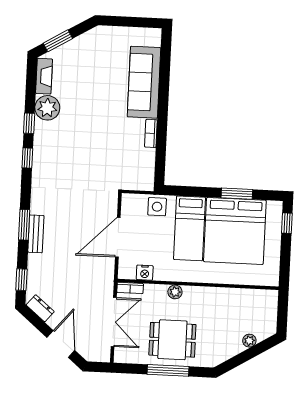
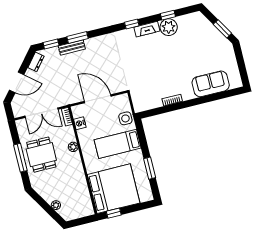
window: (58, 41) -> (222, 29), moved
fireplace: (44, 76) -> (147, 29), moved
sofa: (144, 82) -> (211, 84), width x0.73
window: (29, 123) -> (168, 15), moved
window: (287, 223) -> (114, 213), moved
window: (24, 225) -> (78, 37), moved
bed: (235, 231) -> (114, 189), moved, turned 180
bench: (36, 234) -> (72, 47), moved

